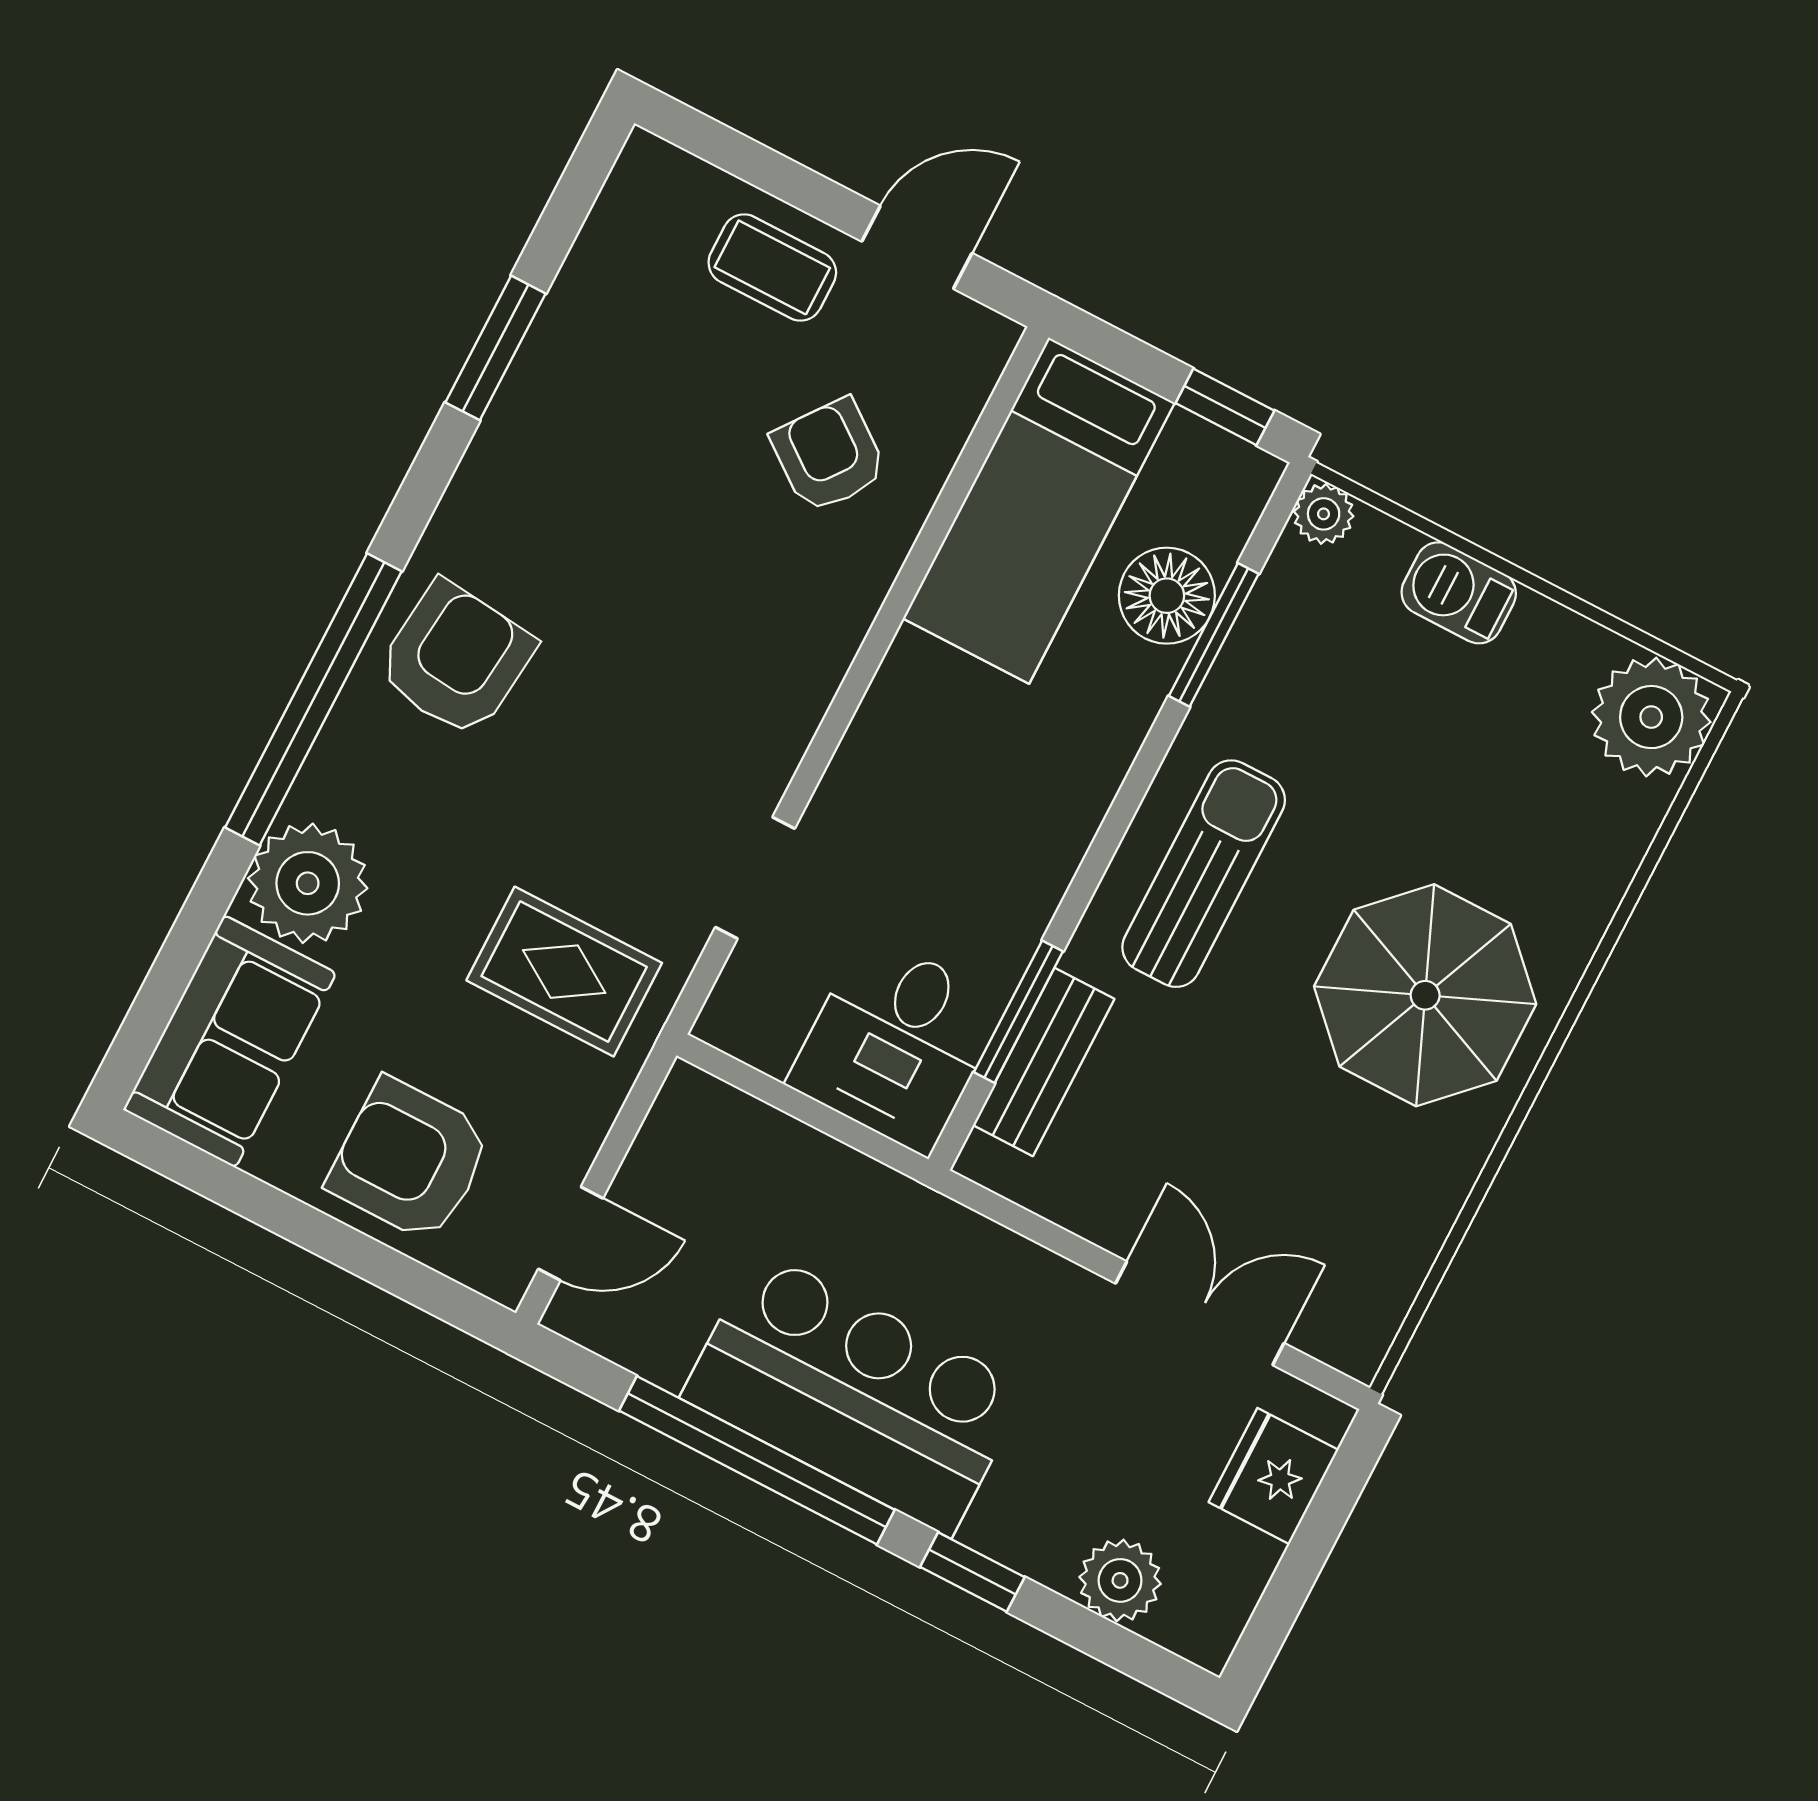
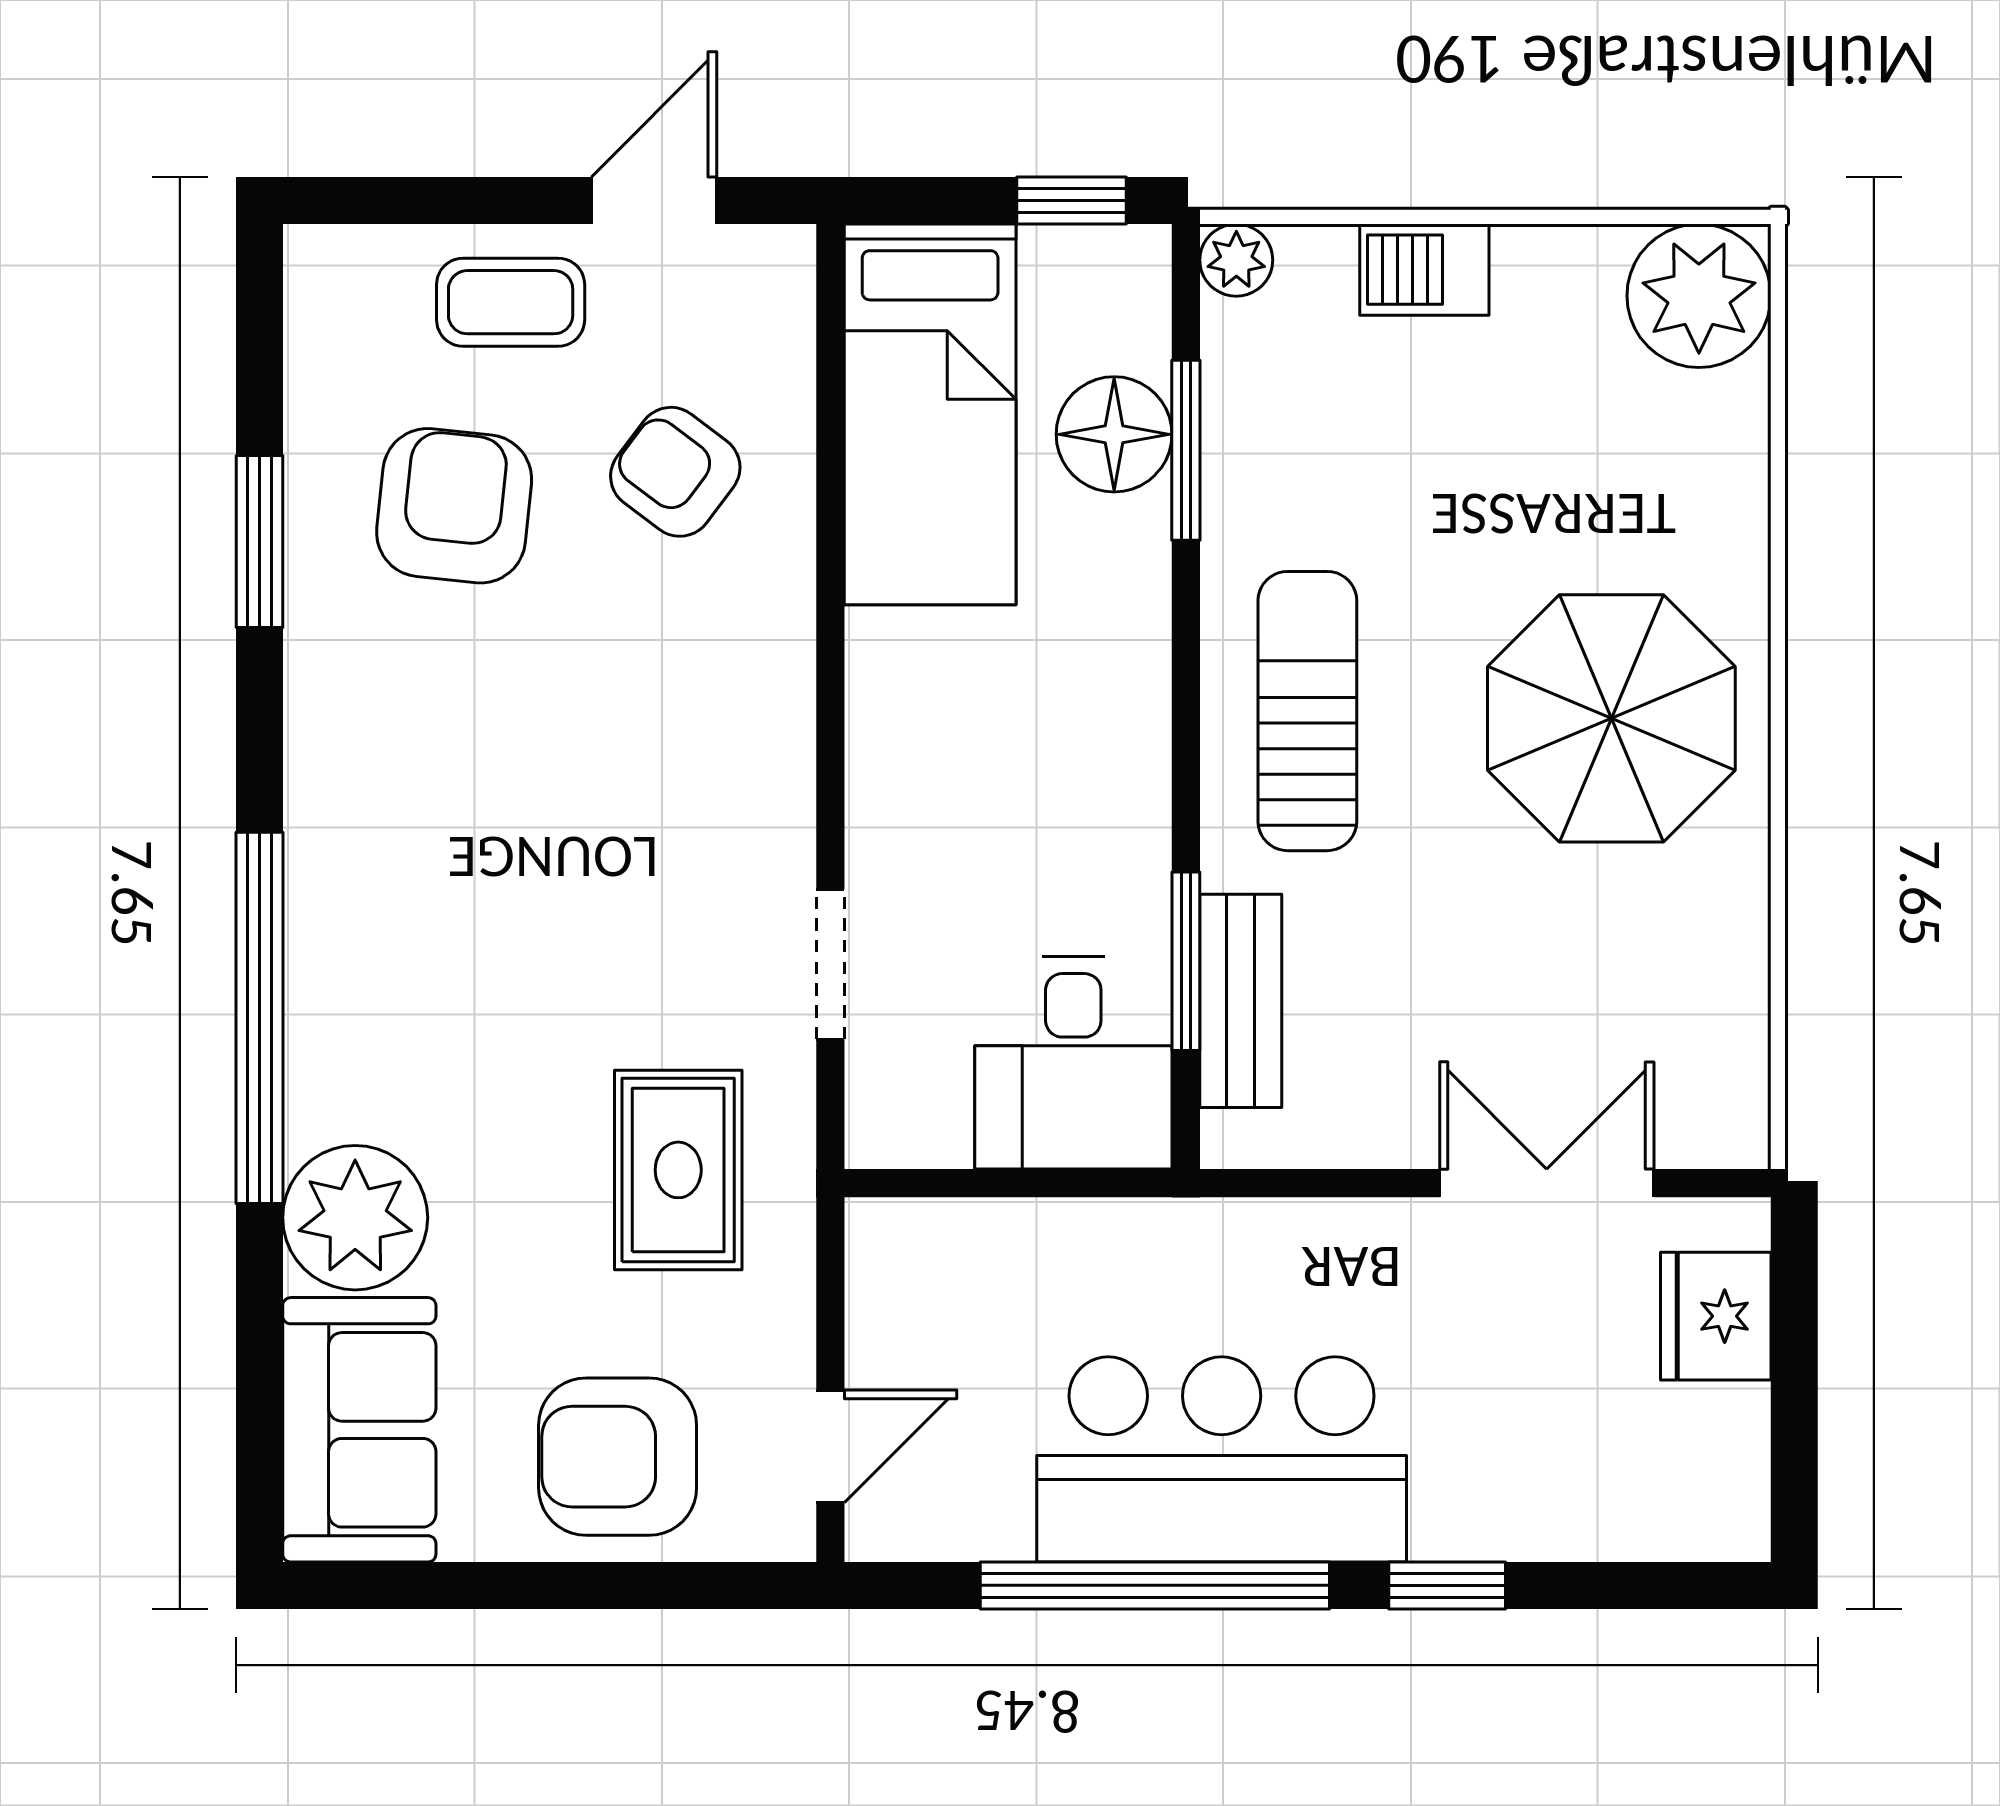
armchair: (456, 659) -> (454, 506), moved
rug: (564, 972) -> (678, 1170), turned 90
plant: (1120, 1580) -> (1610, 1513), removed

